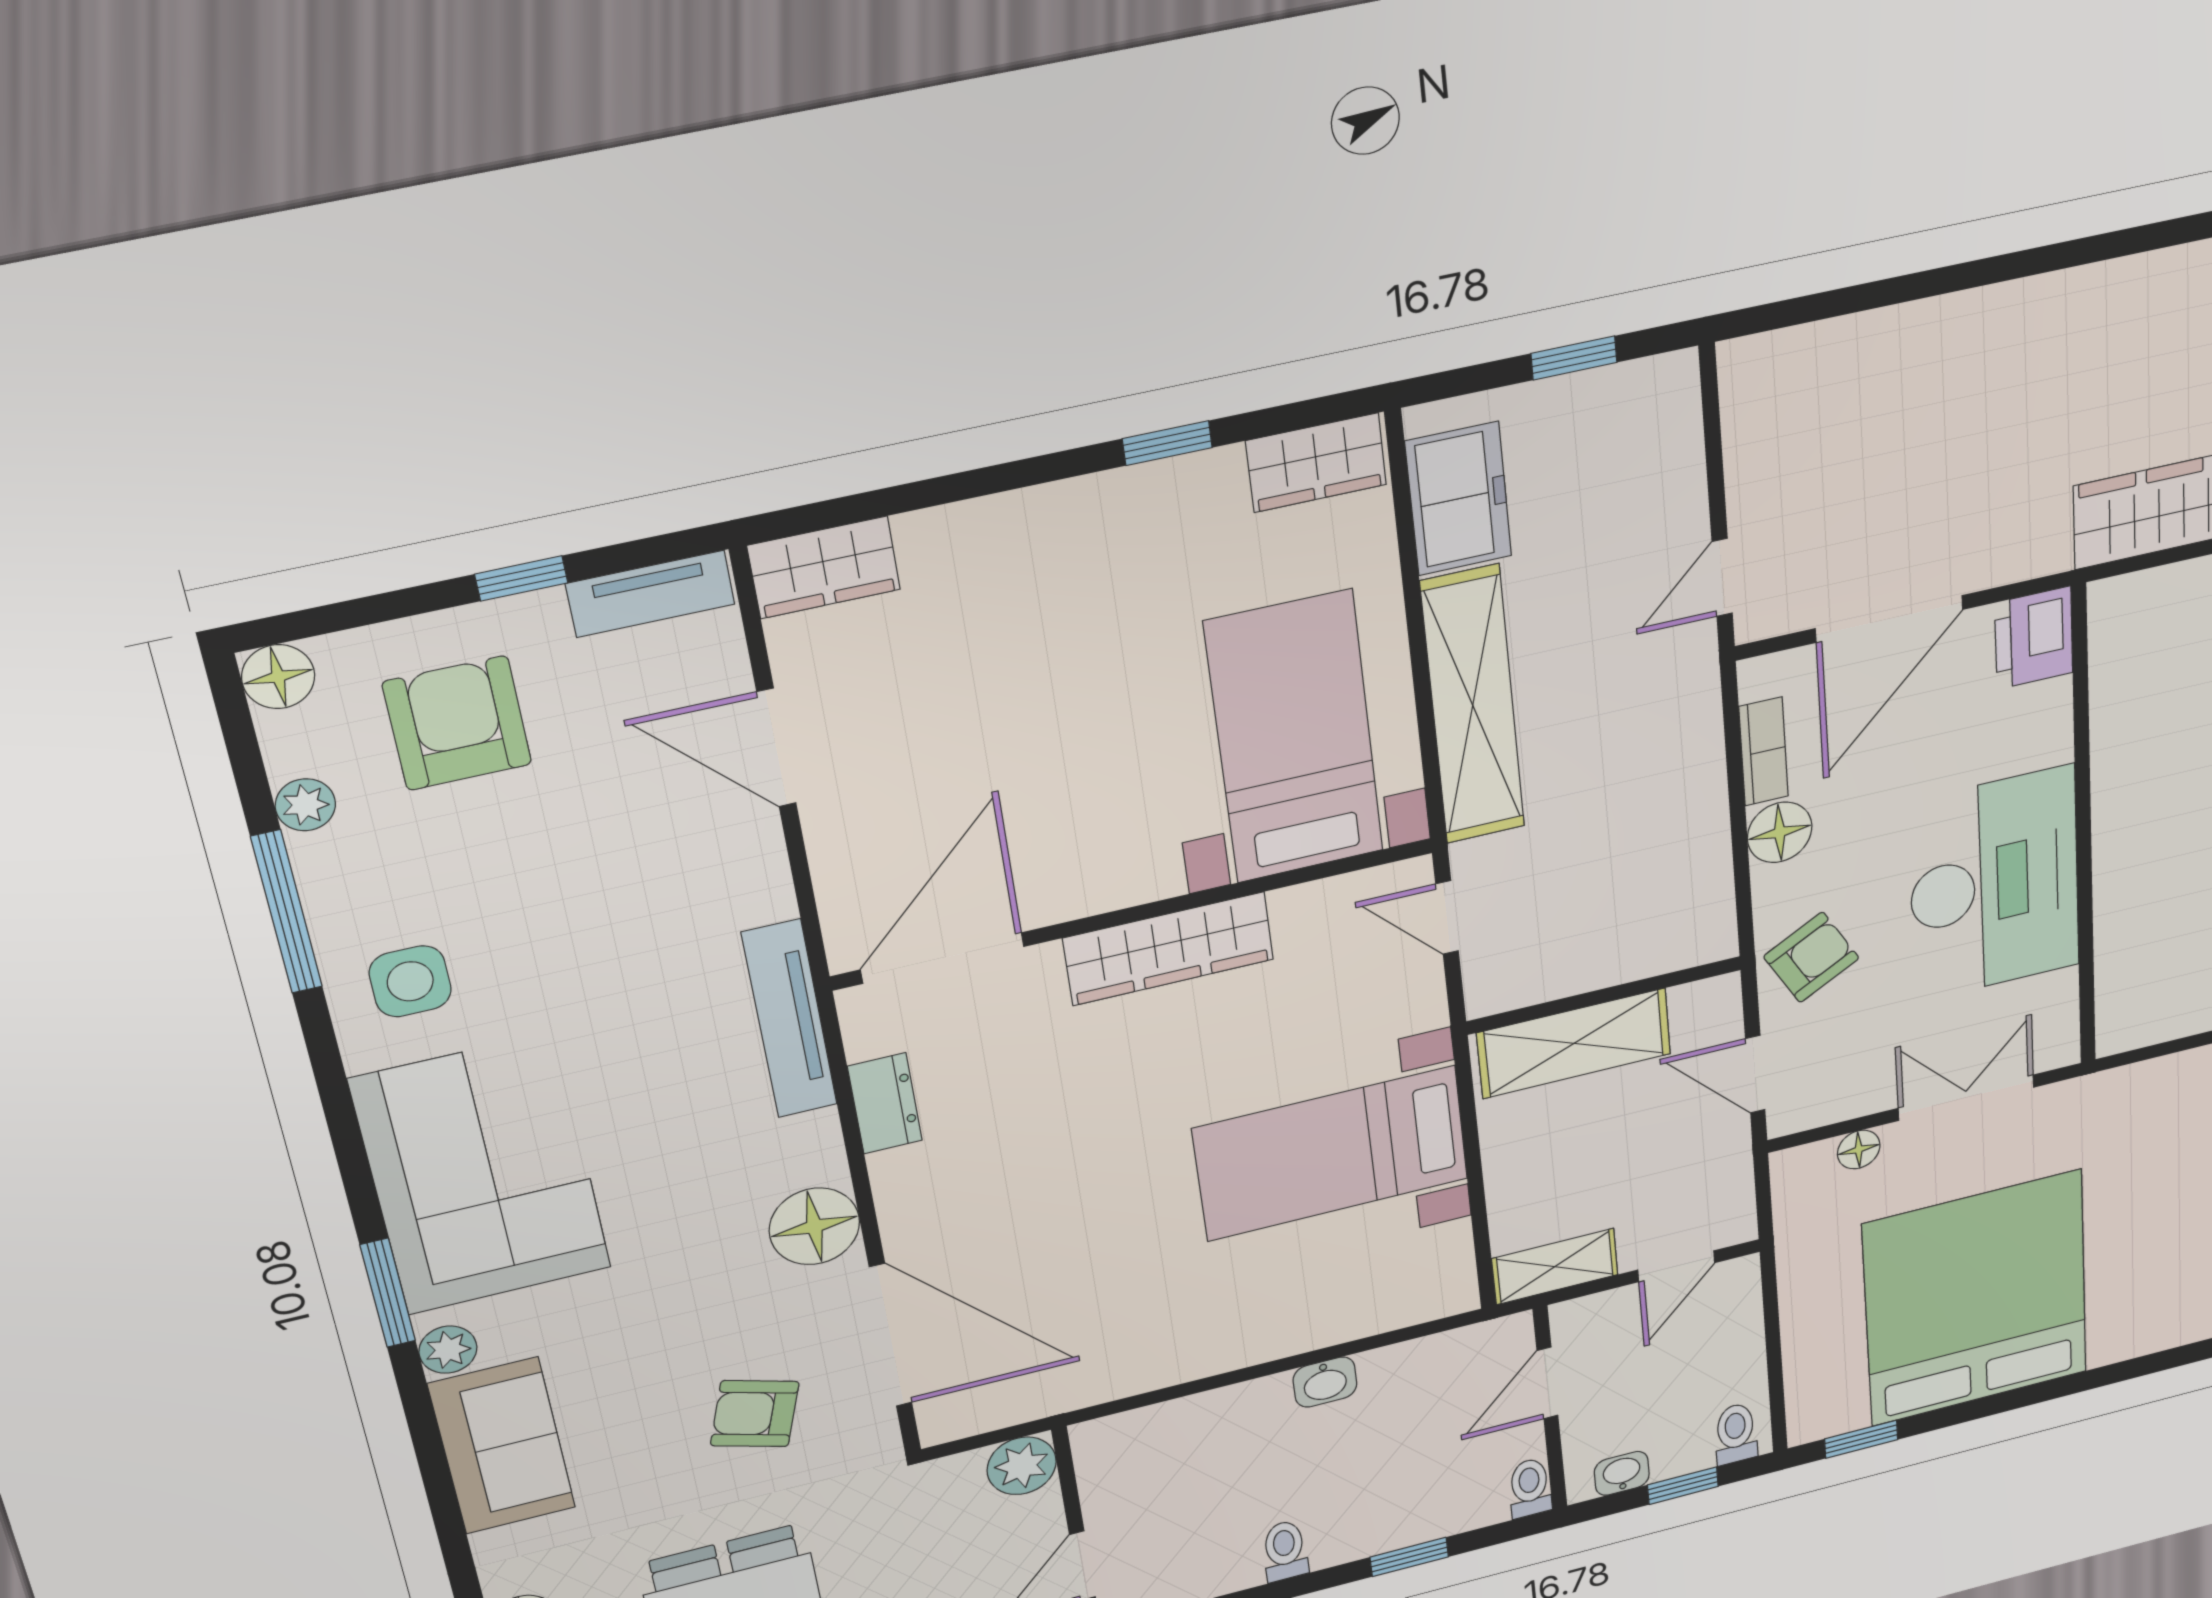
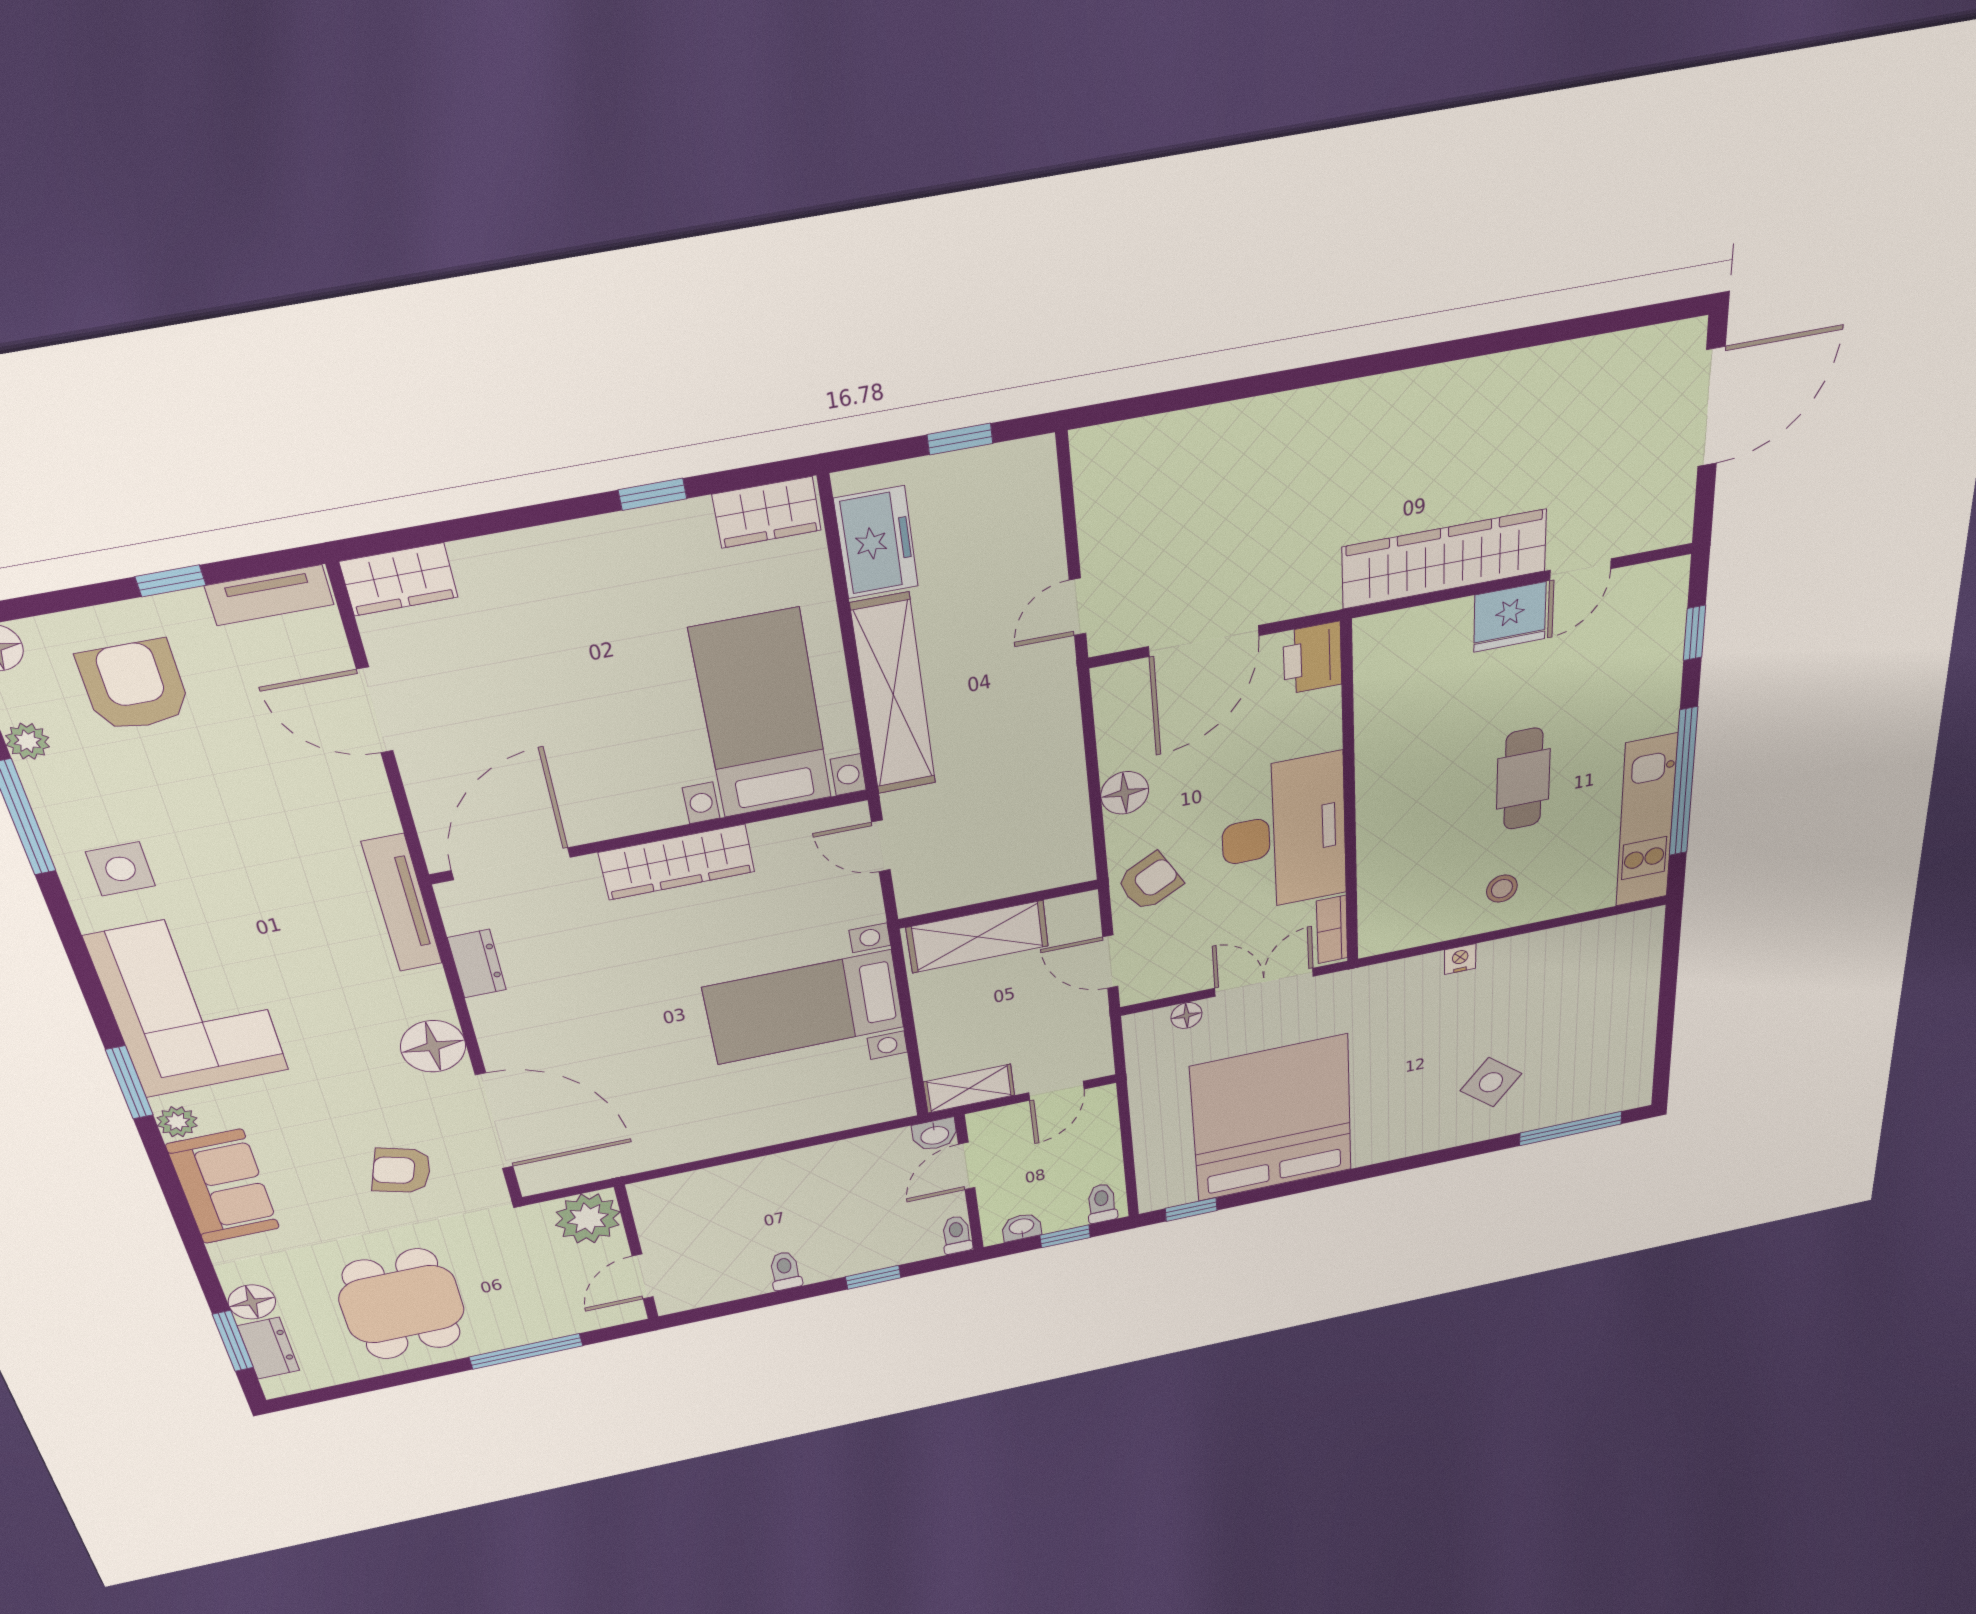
bookcase: (1764, 751) -> (1332, 930), moved, turned 180
washbasin: (1325, 1382) -> (935, 1135), moved
plant: (1022, 1466) -> (588, 1219), width x1.36, depth x1.36

